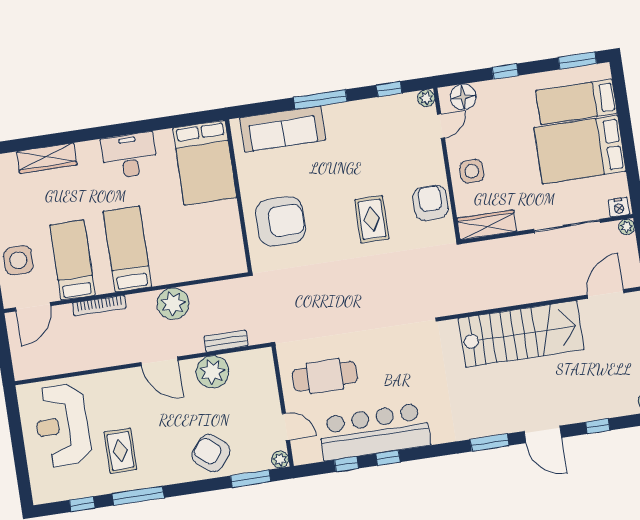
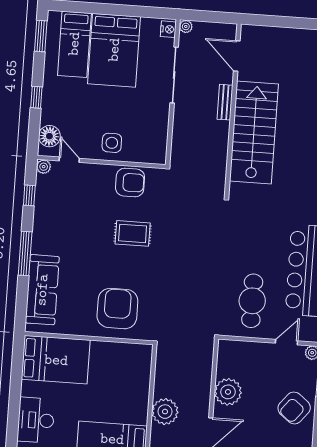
armchair: (431, 203) -> (130, 182), turned 180
wardrobe: (487, 225) -> (158, 140), removed
bench: (226, 341) -> (225, 102), moved

